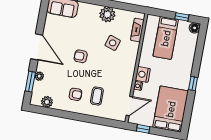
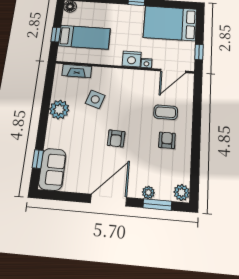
window: (182, 17) -> (56, 35), moved
plant: (47, 102) -> (182, 192), moved
door: (129, 106) -> (173, 71), swing flipped

